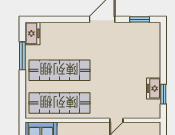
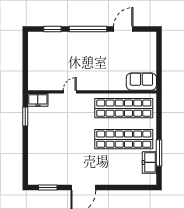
freezer: (32, 33) -> (149, 162), moved
freezer: (154, 88) -> (38, 100), moved, turned 90

